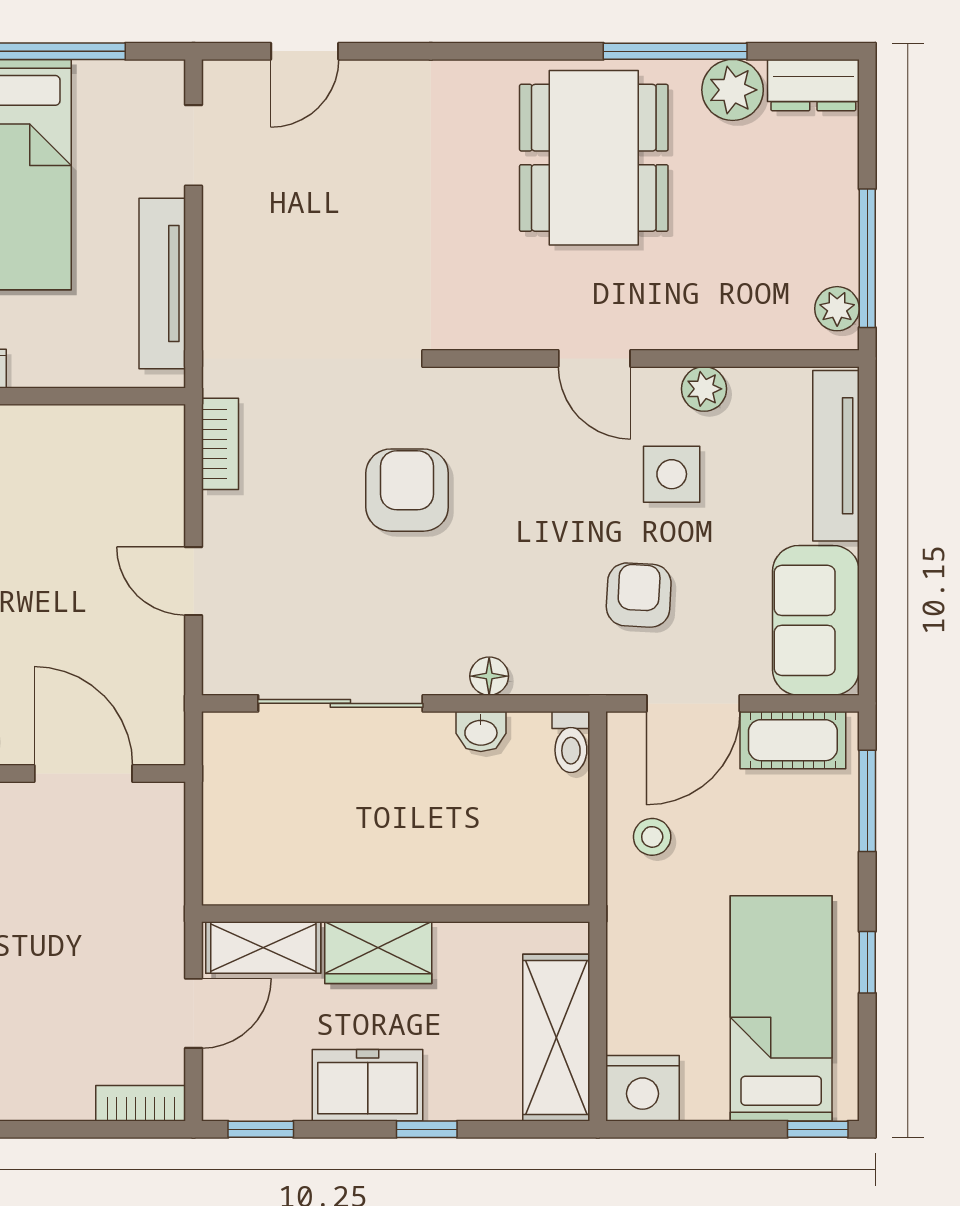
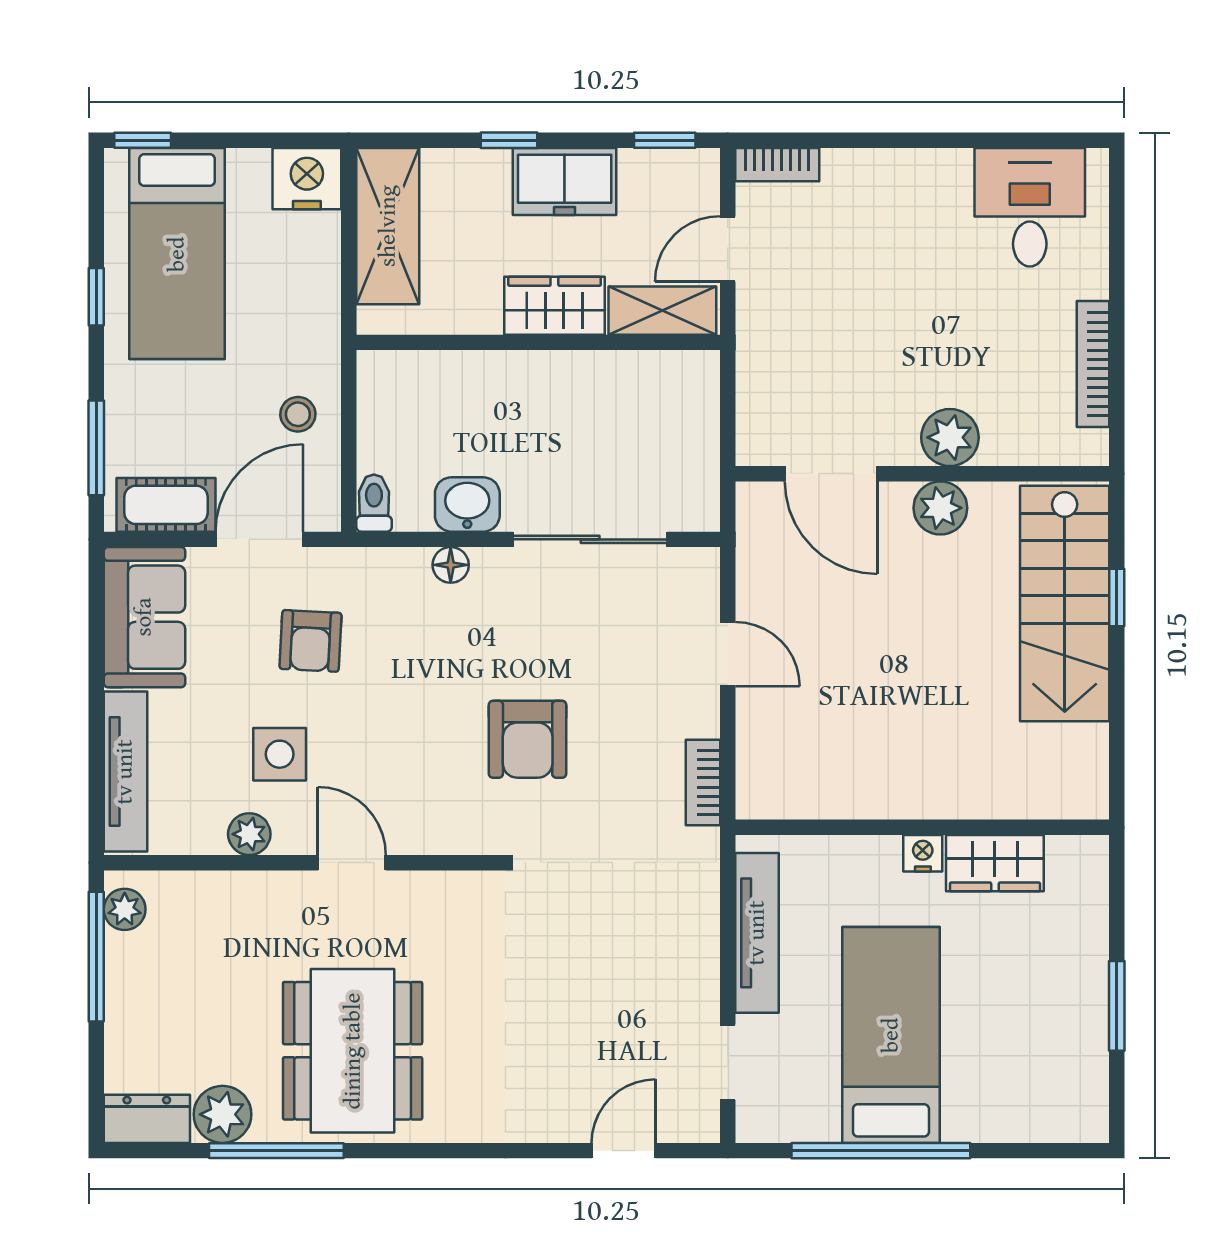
washbasin: (481, 732) -> (467, 504), width x1.38, depth x1.45

